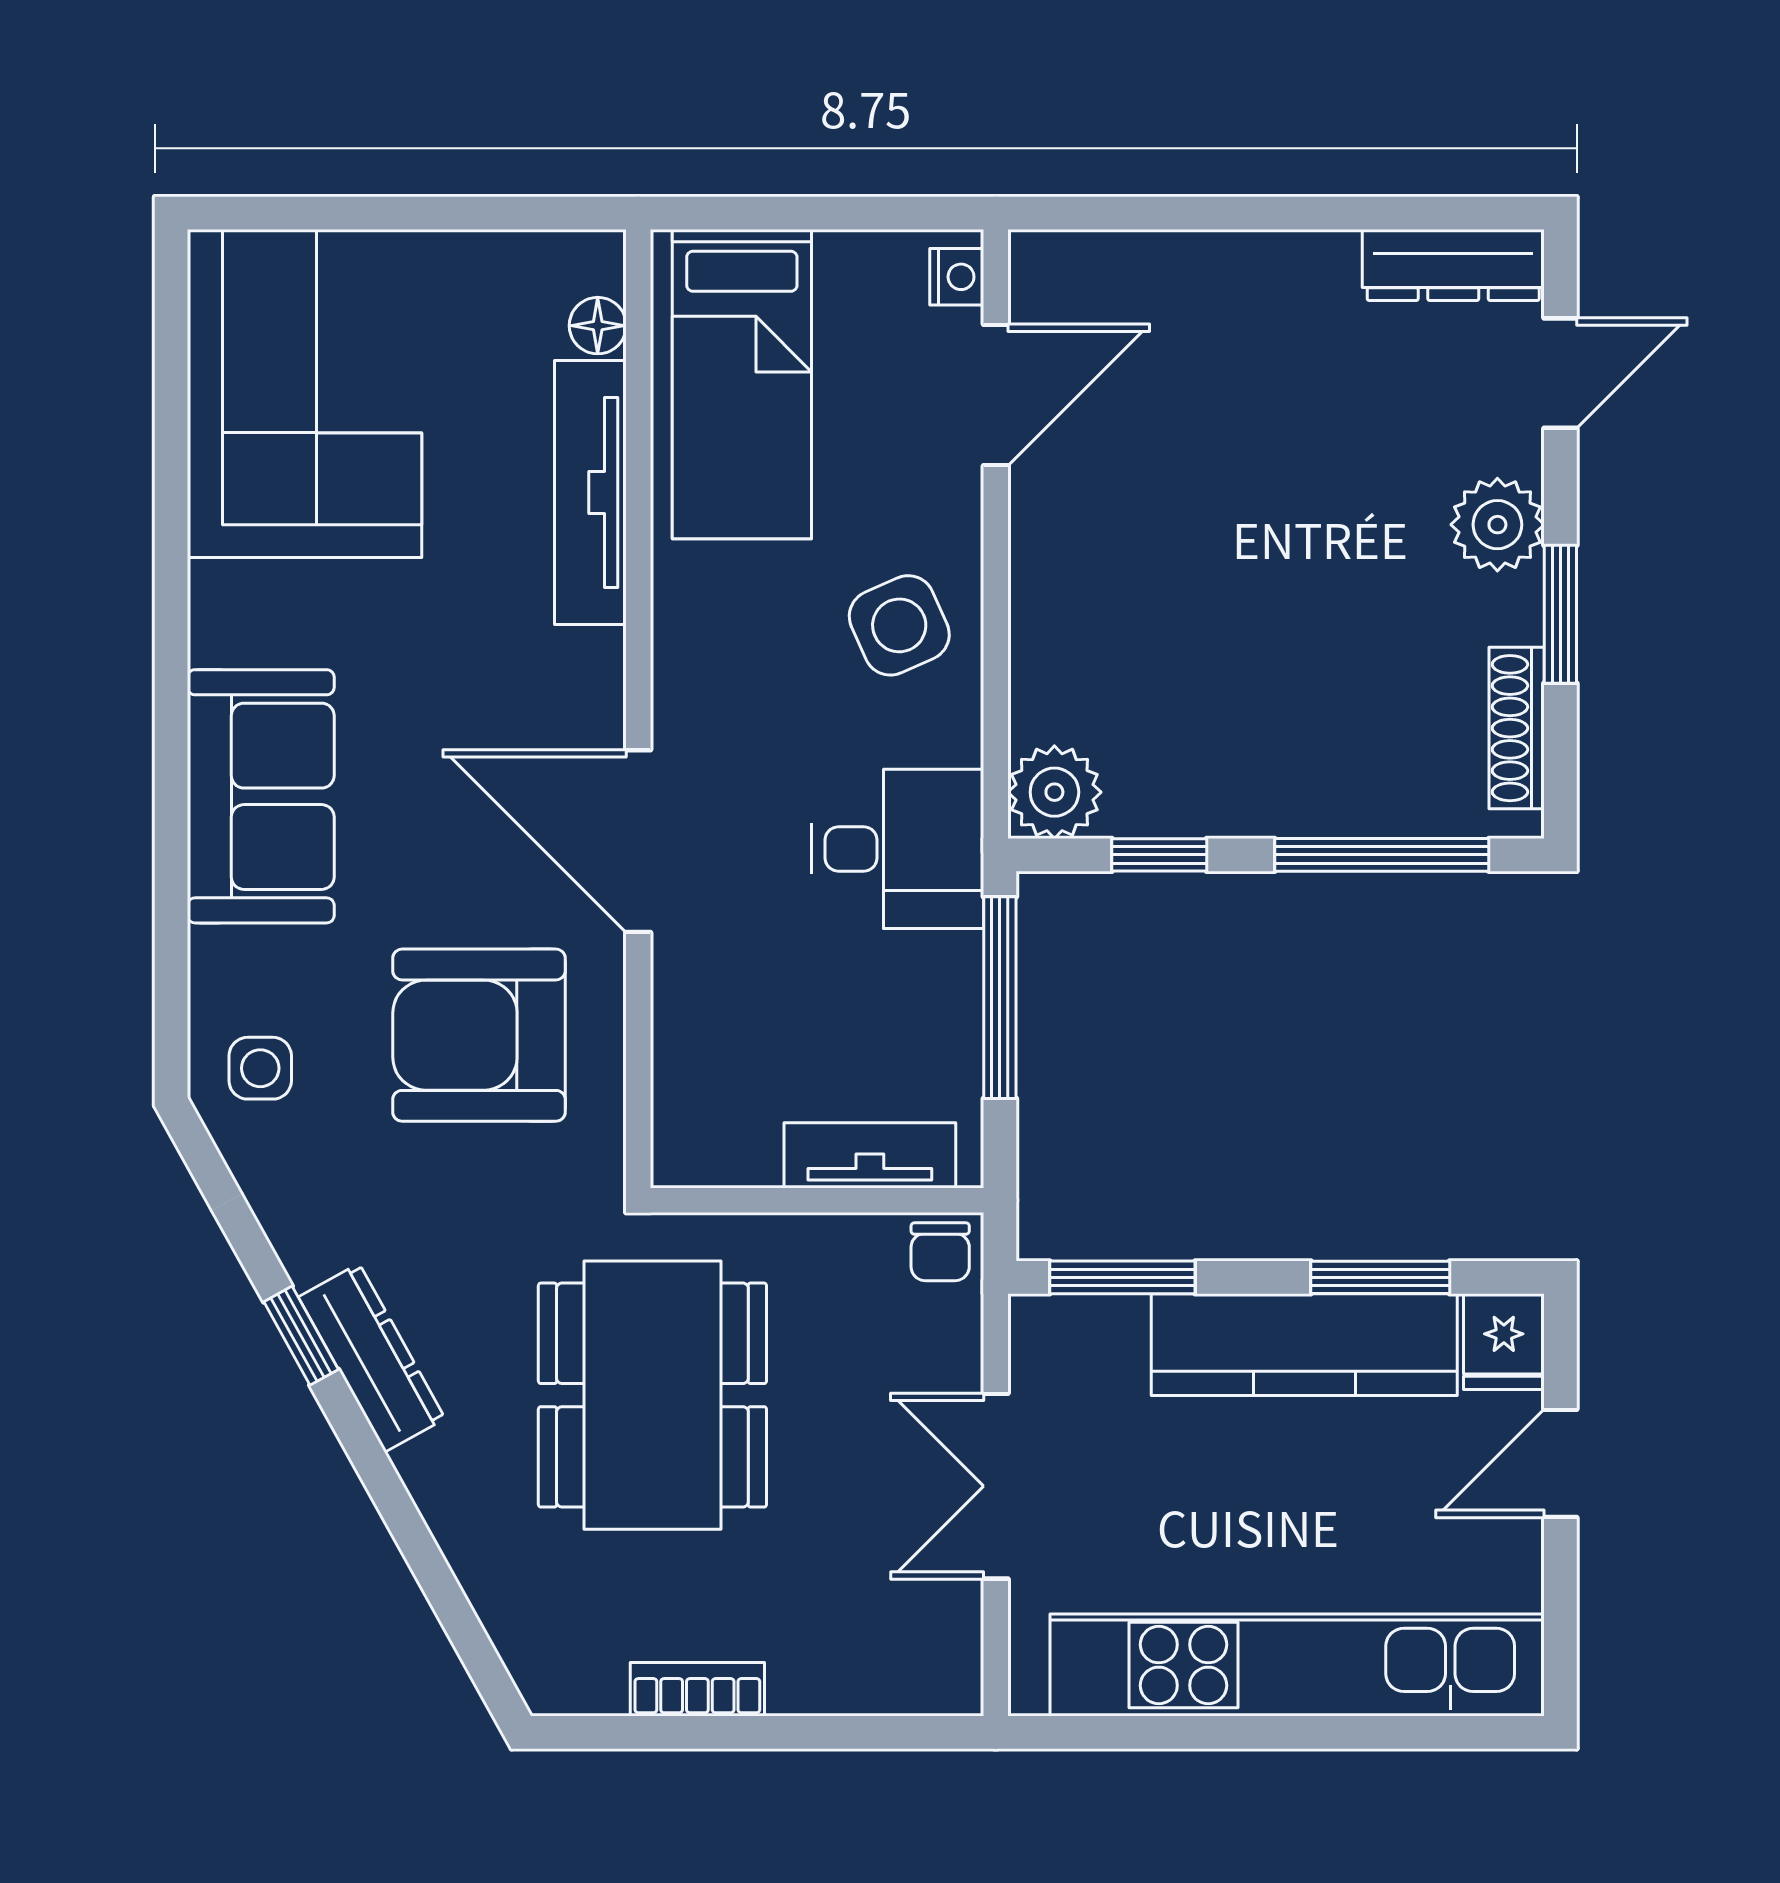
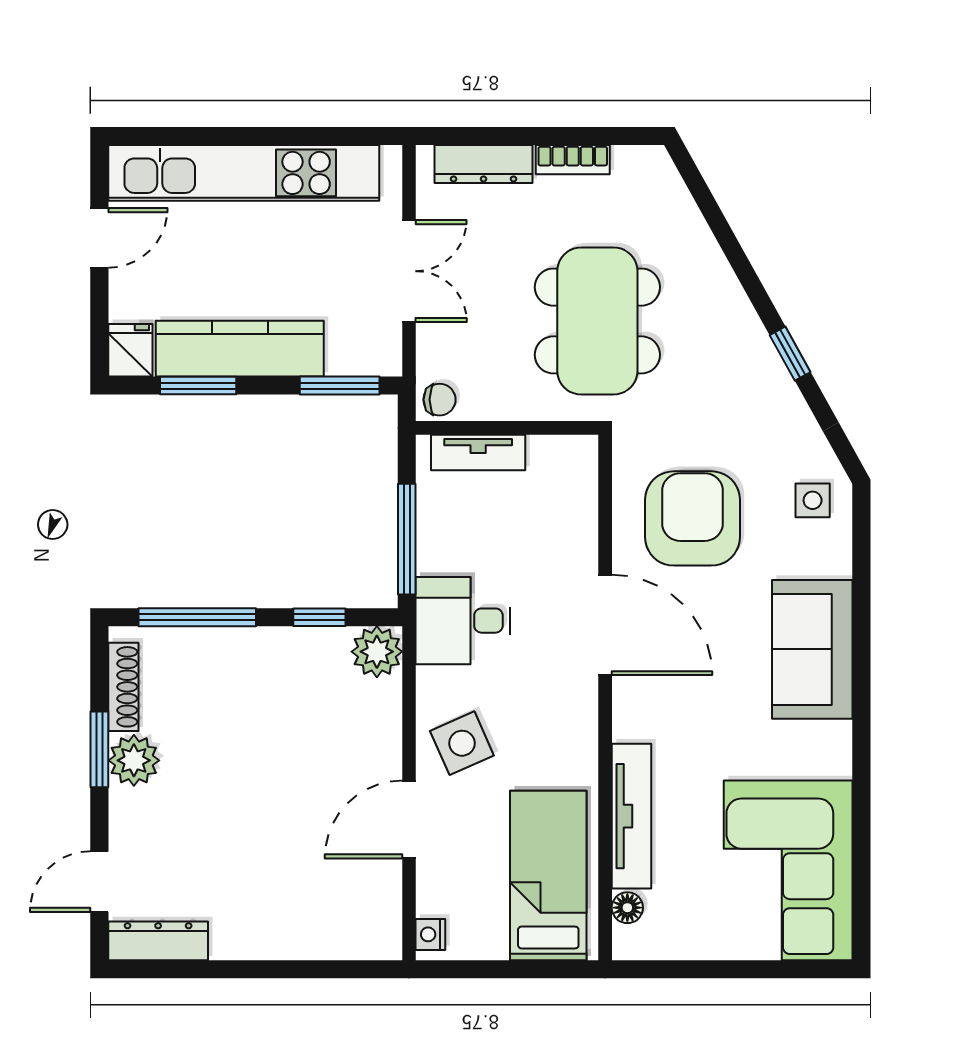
door: (996, 395) -> (409, 820), moved
plant: (1497, 525) -> (134, 760), moved
armchair: (479, 1035) -> (692, 518), turned -90
chair: (940, 1252) -> (440, 400), turned 90
dresser: (372, 1358) -> (484, 164), moved, turned -61
door: (1560, 1463) -> (99, 238), moved

